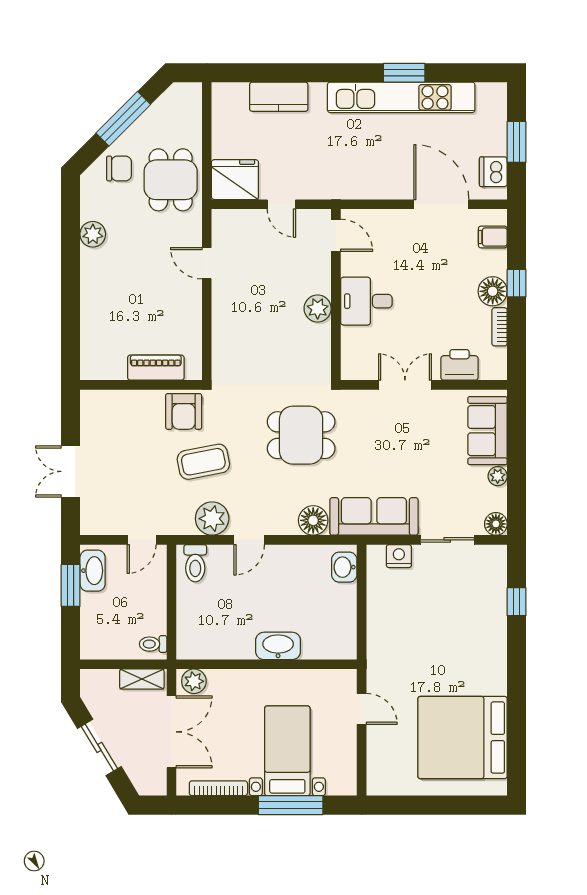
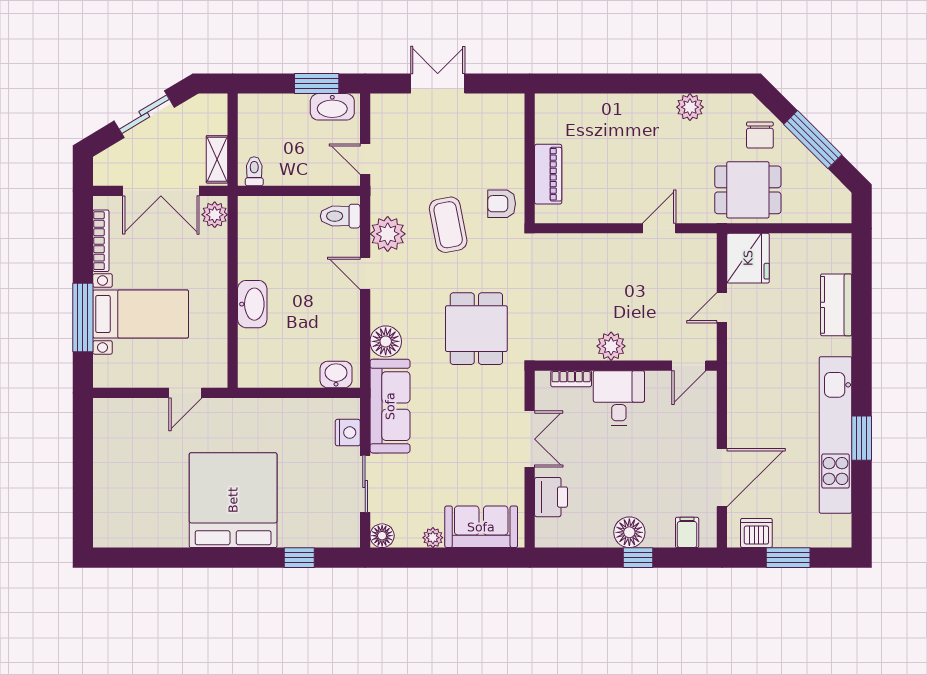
bookcase: (500, 327) -> (571, 379), moved, turned 180
armchair: (184, 411) -> (502, 204), width x0.72, depth x0.72
bed: (462, 738) -> (233, 500), moved

